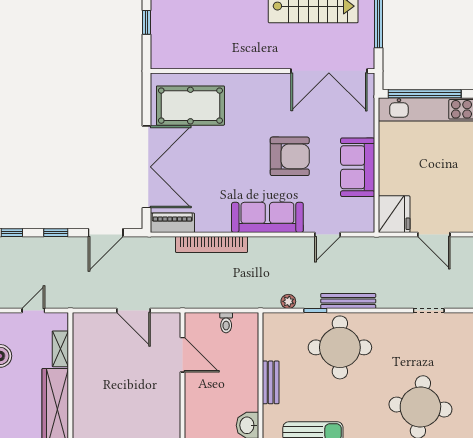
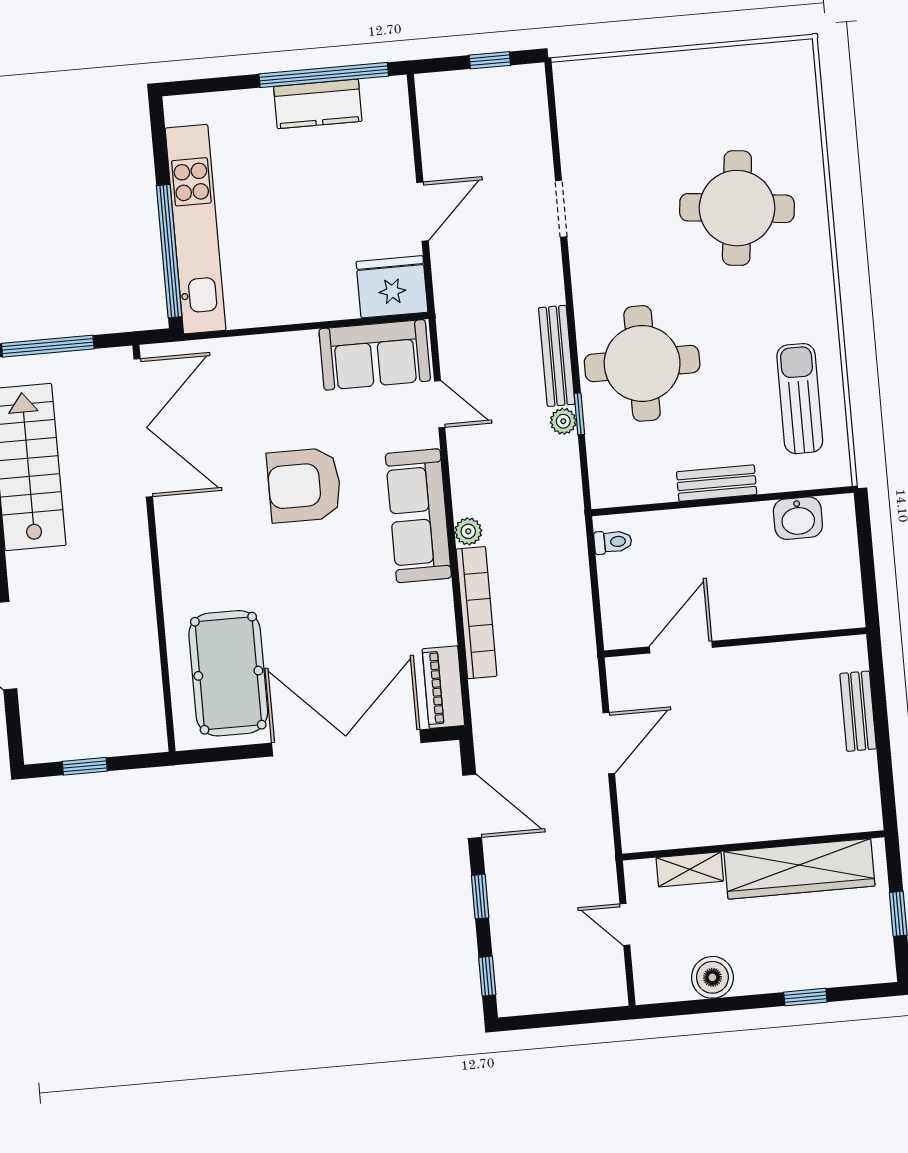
armchair: (290, 156) -> (304, 485), turned -90
sofa: (358, 167) -> (375, 355), moved
plant: (256, 244) -> (468, 531), added
plant: (288, 301) -> (563, 421), moved
toilet: (226, 323) -> (613, 542), moved

